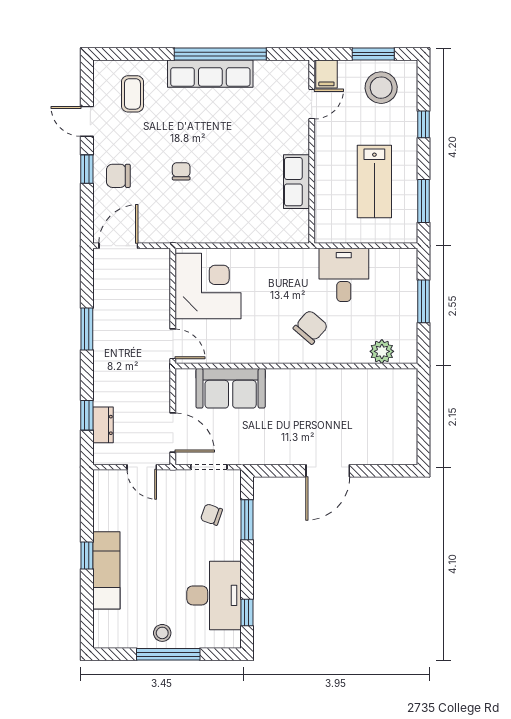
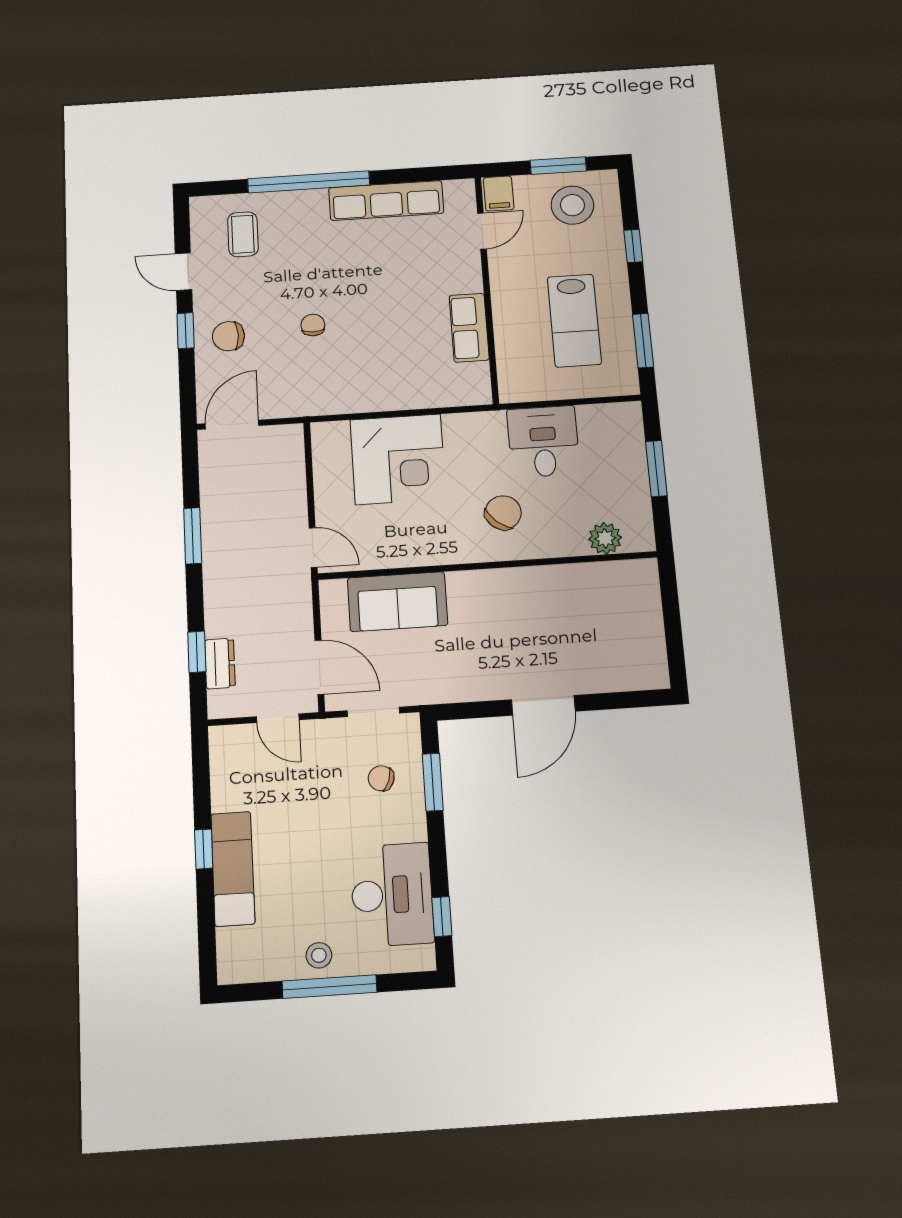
window: (220, 54) -> (309, 182), moved
row of seats: (210, 74) -> (386, 200), moved
corner desk: (208, 286) -> (398, 459), moved, turned 90

